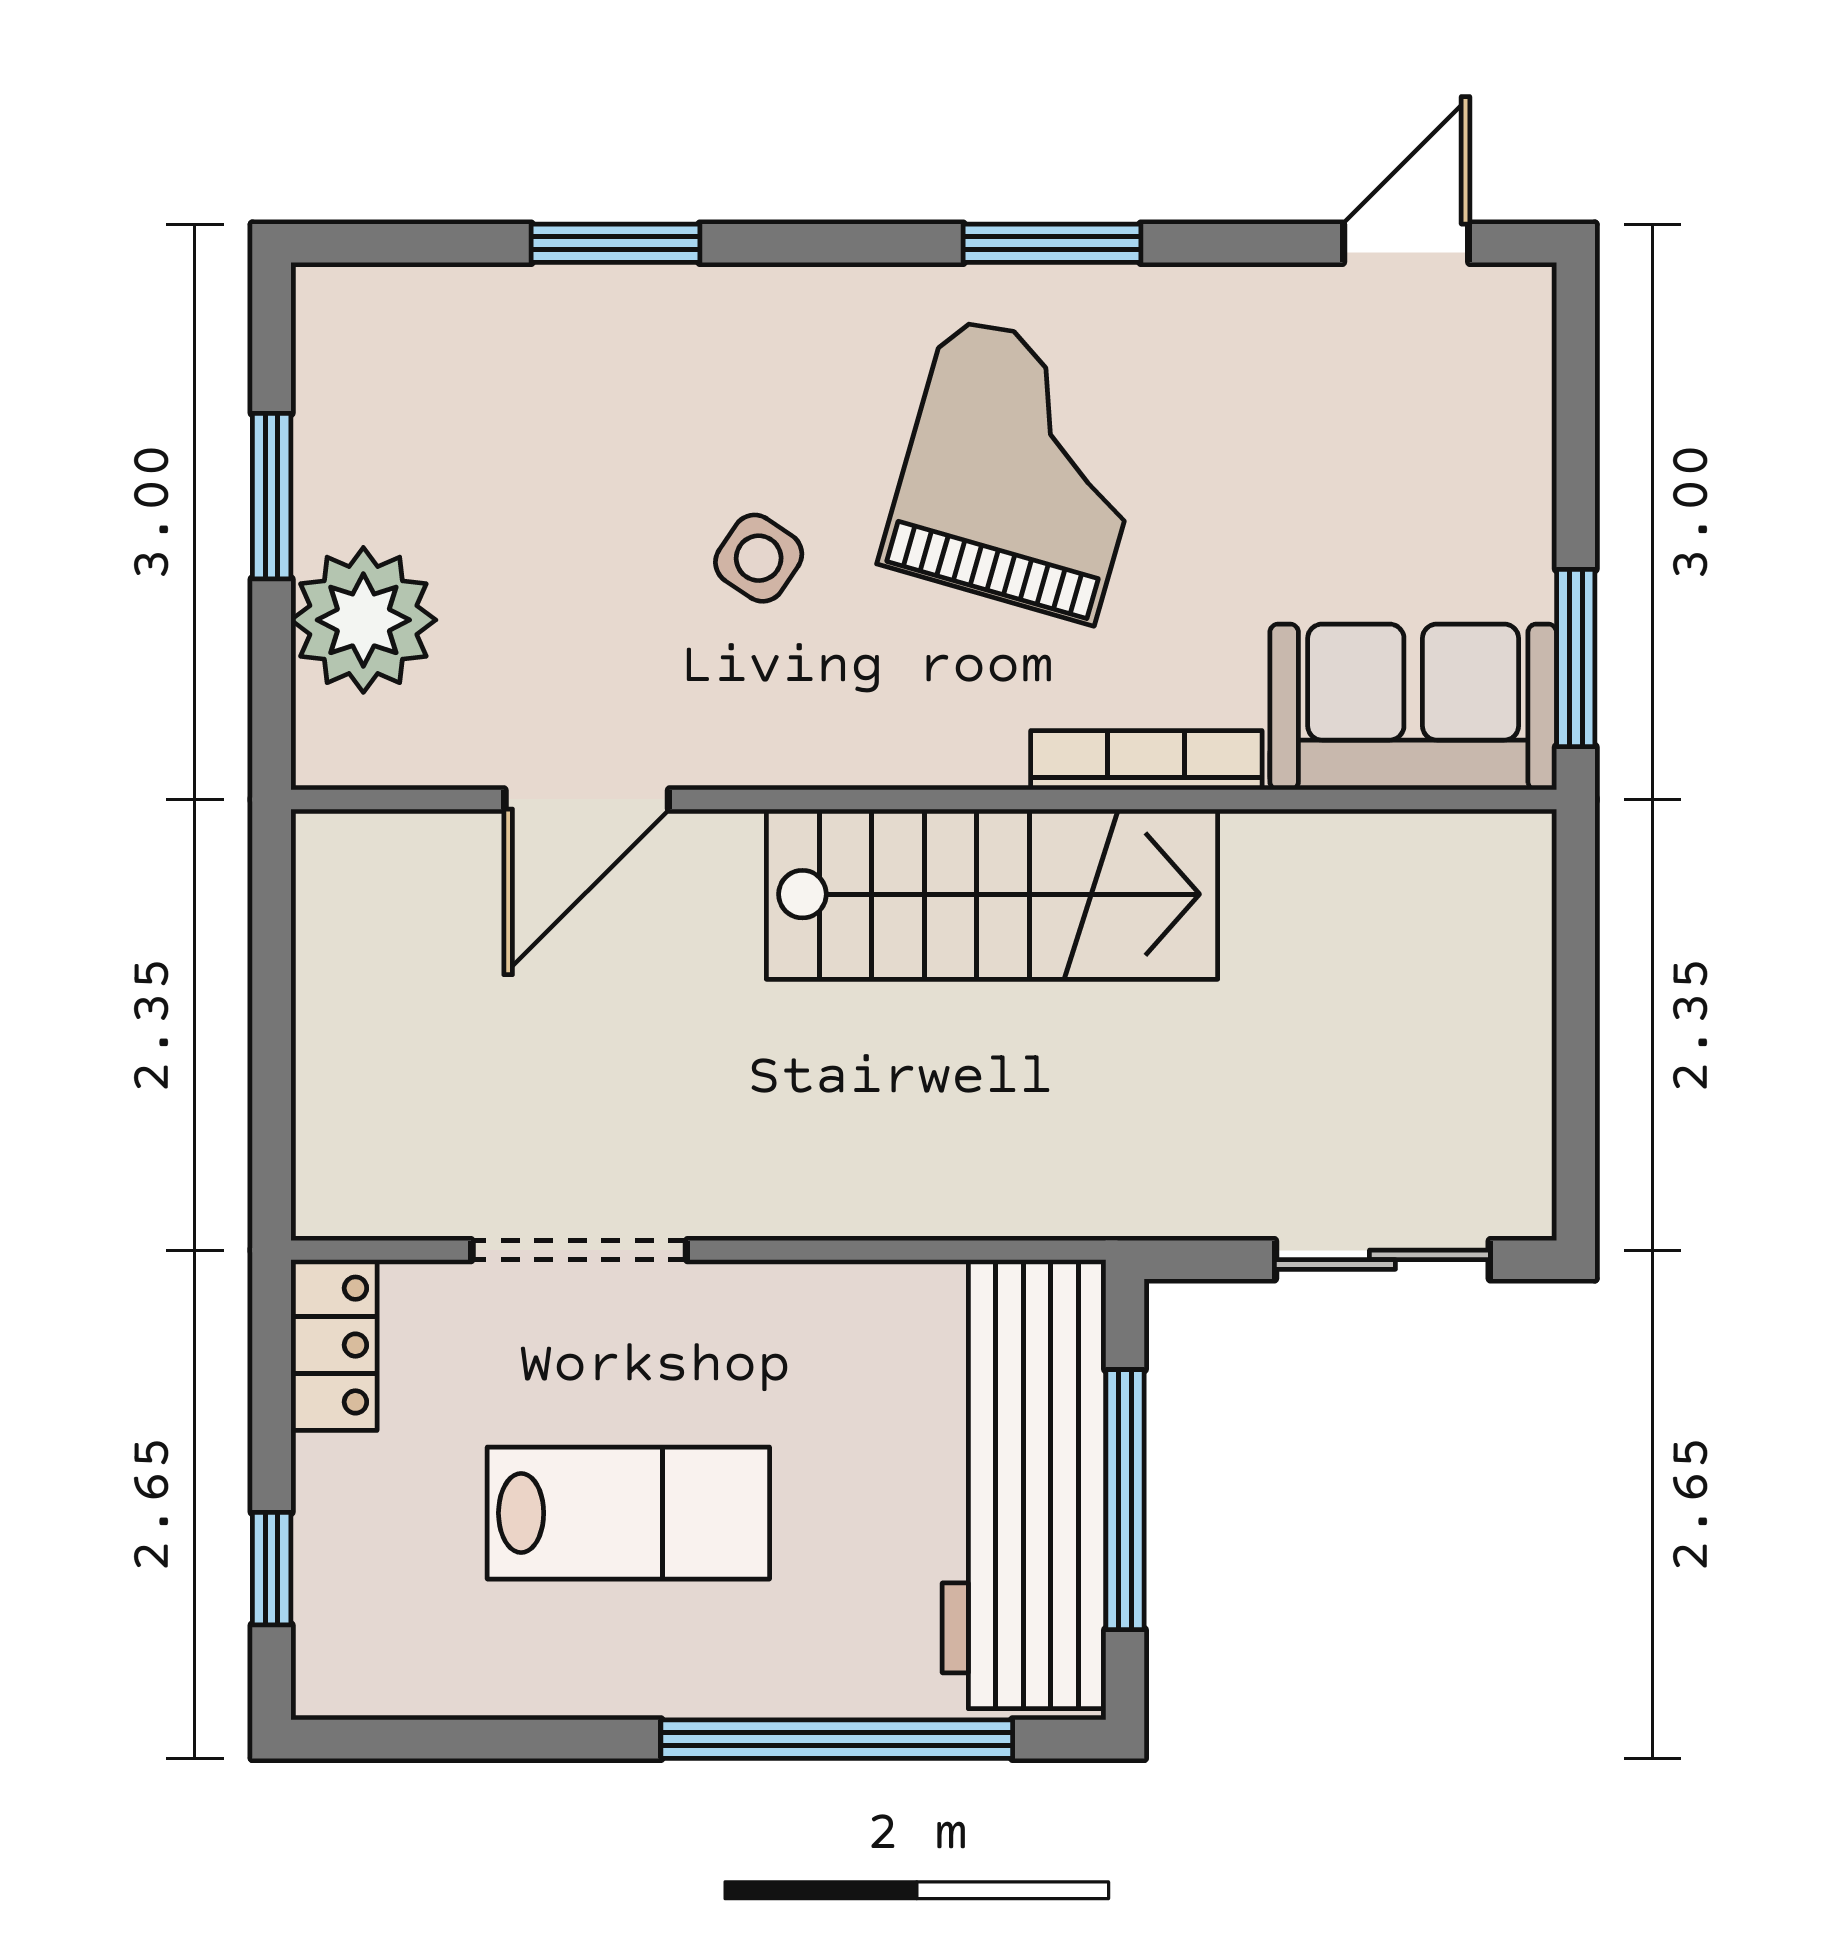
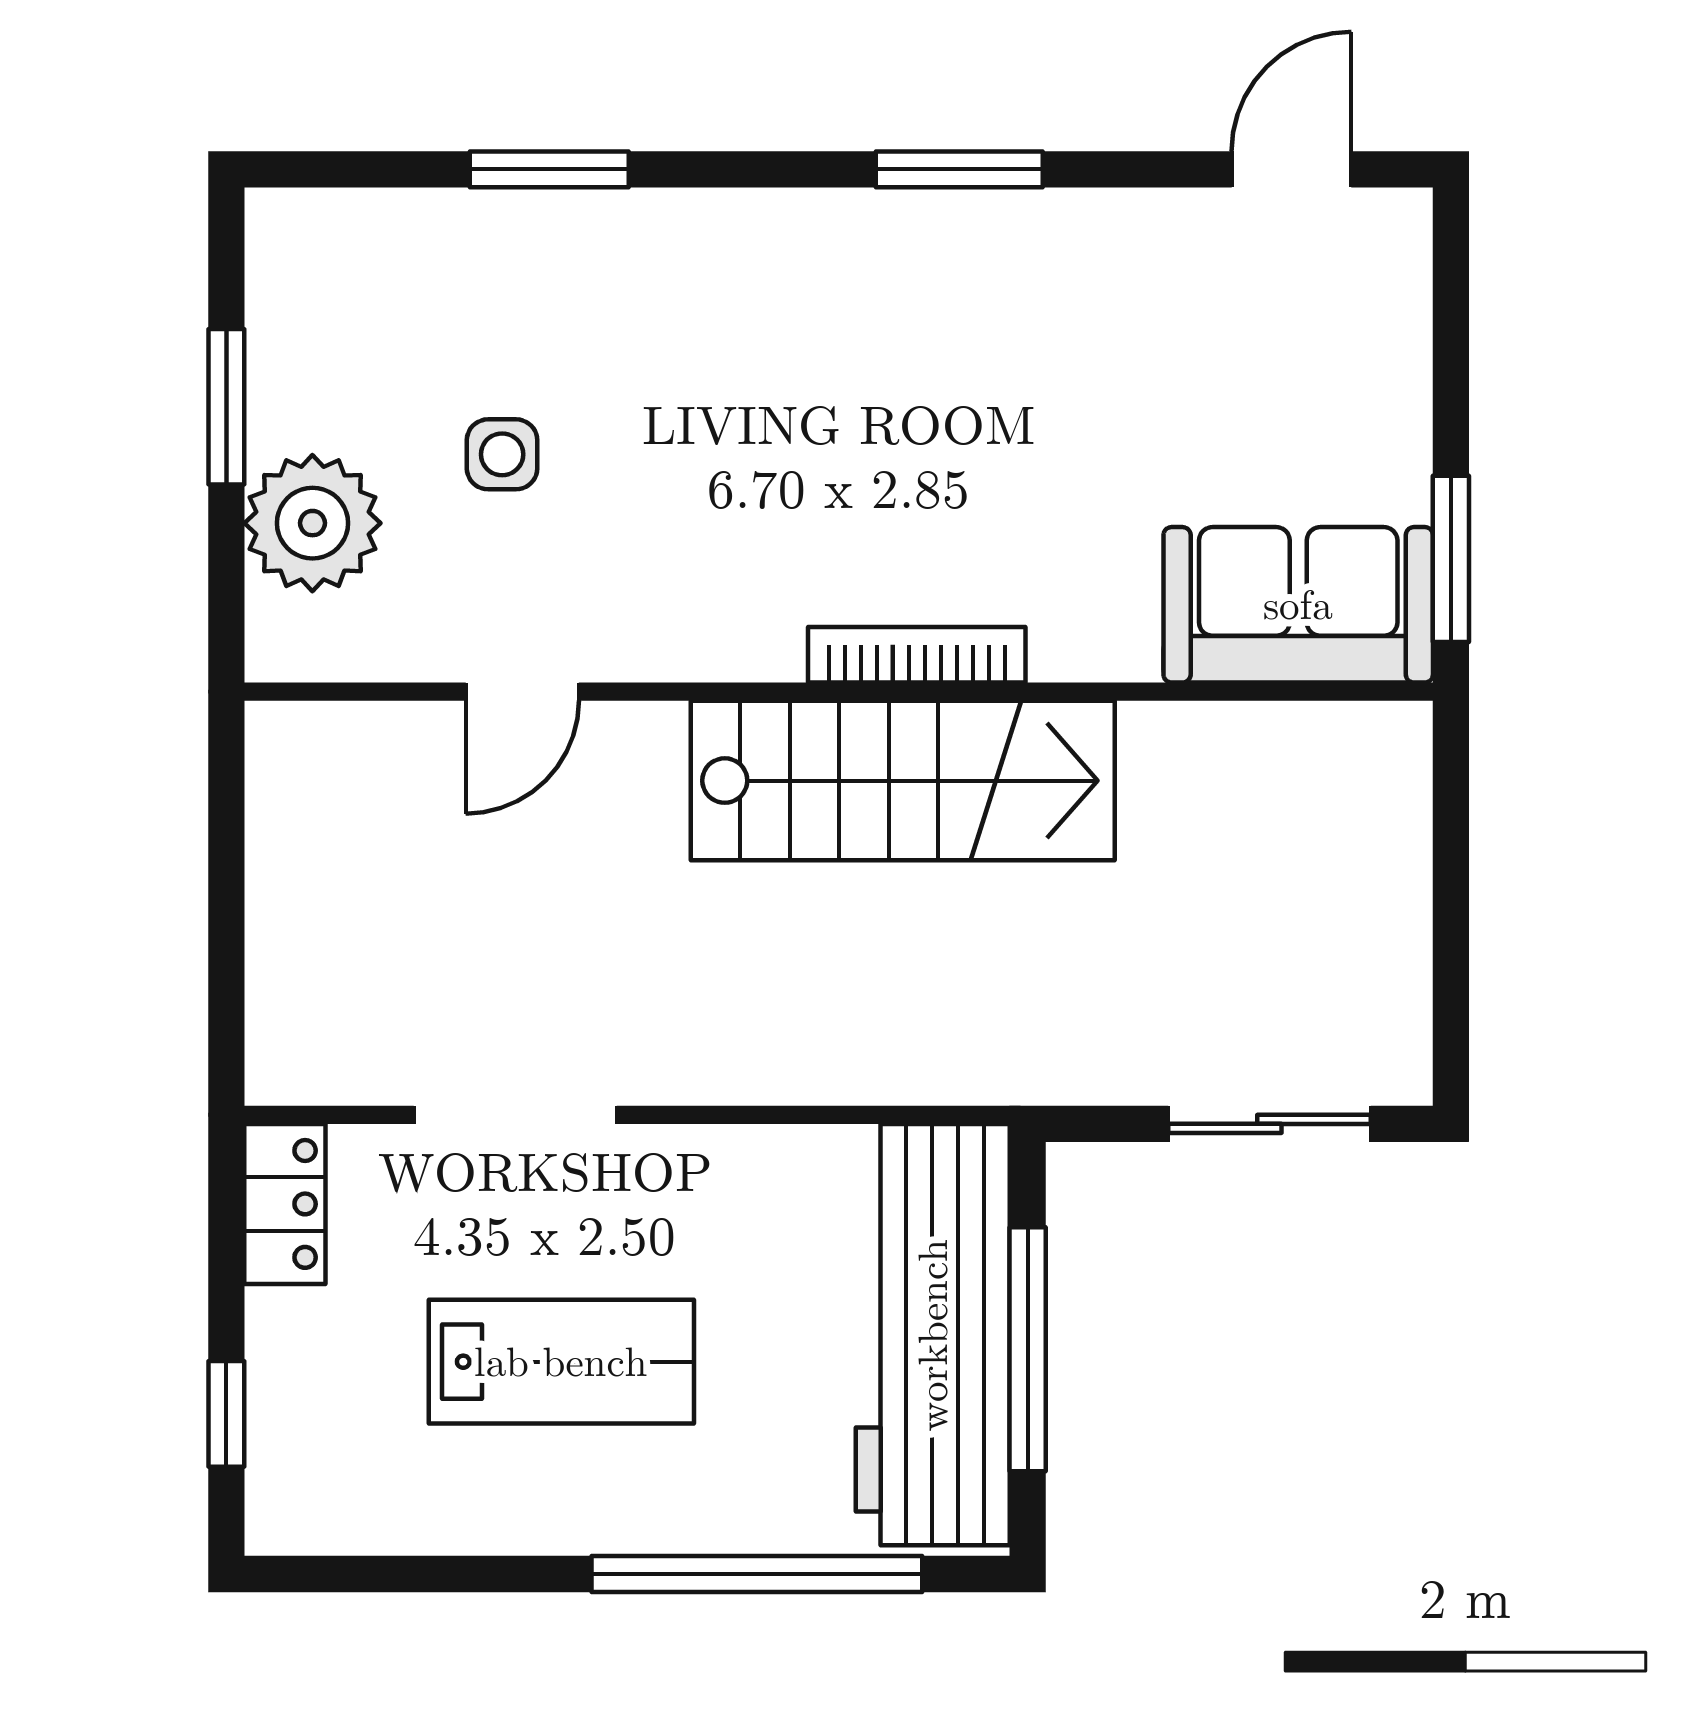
grand piano: (1021, 470) -> (930, 382), removed
side table: (759, 558) -> (502, 454), moved, turned -34
bookcase: (1146, 760) -> (917, 655), moved
door: (587, 799) -> (522, 692), width x0.73

